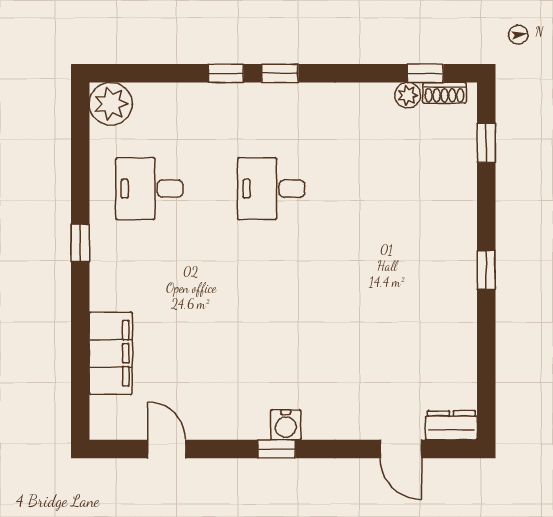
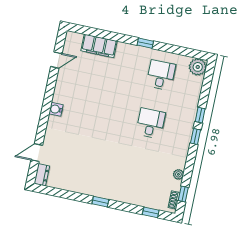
plant: (408, 95) -> (178, 174), moved
window: (277, 449) -> (47, 104), removed

